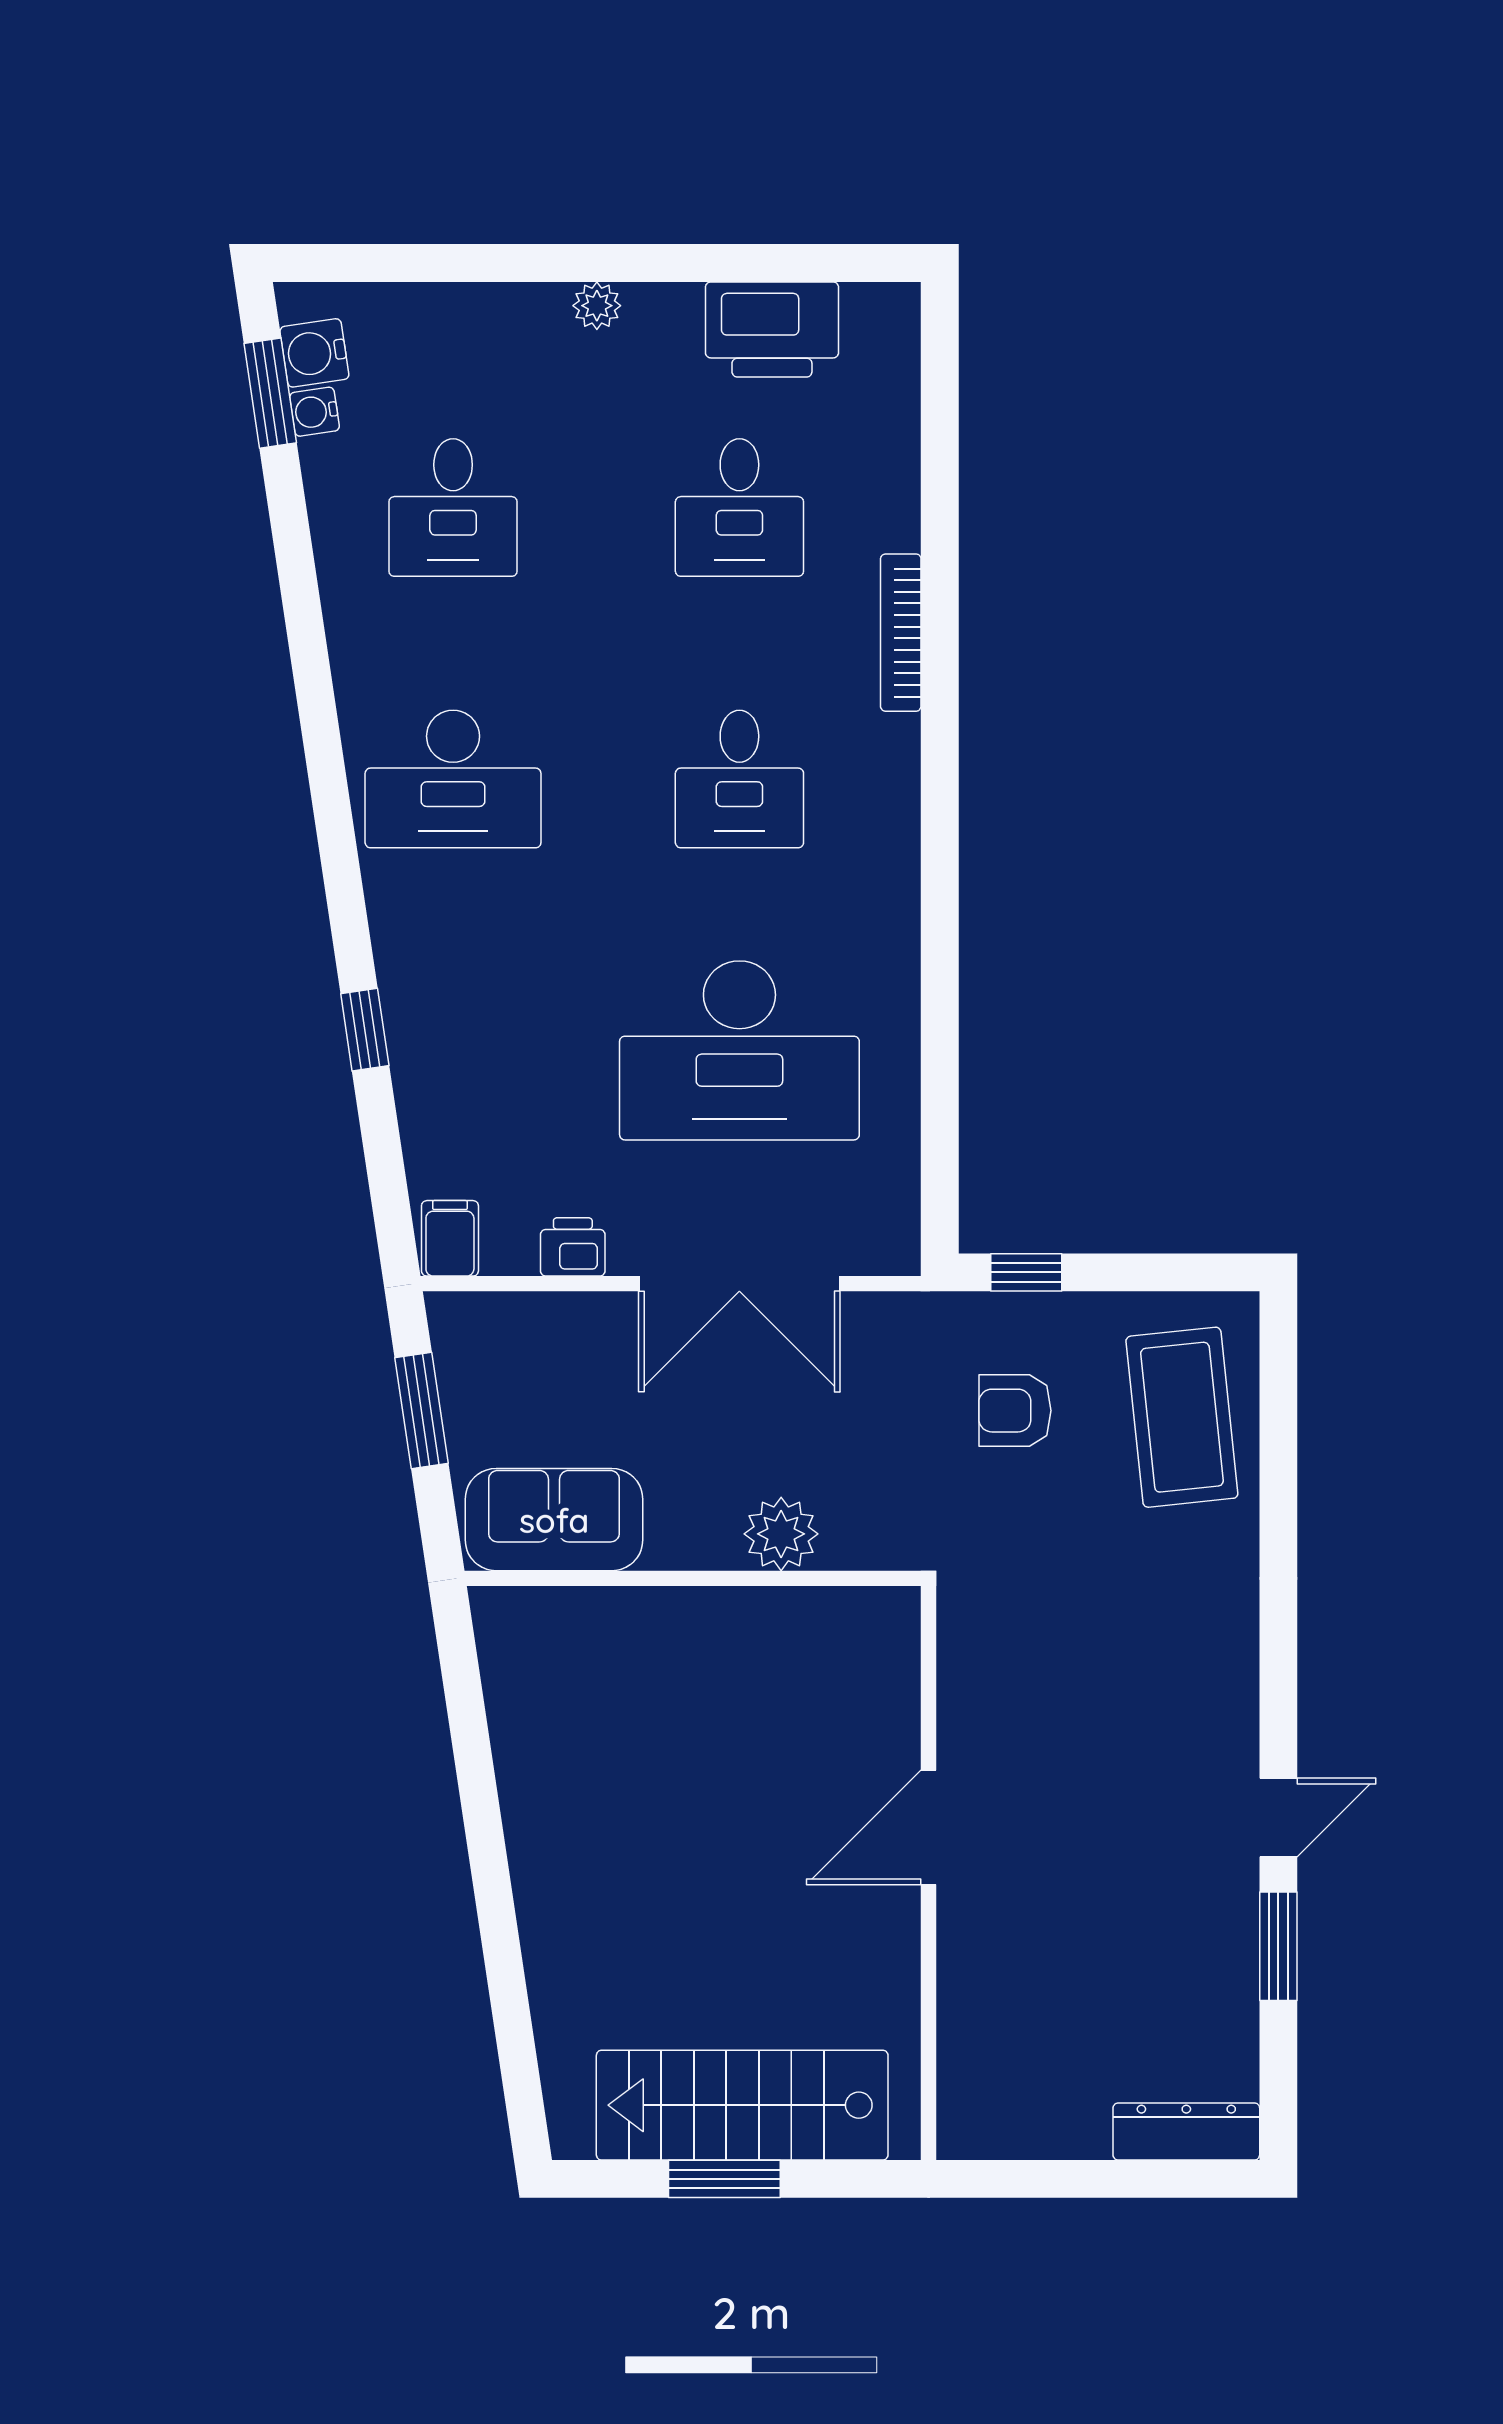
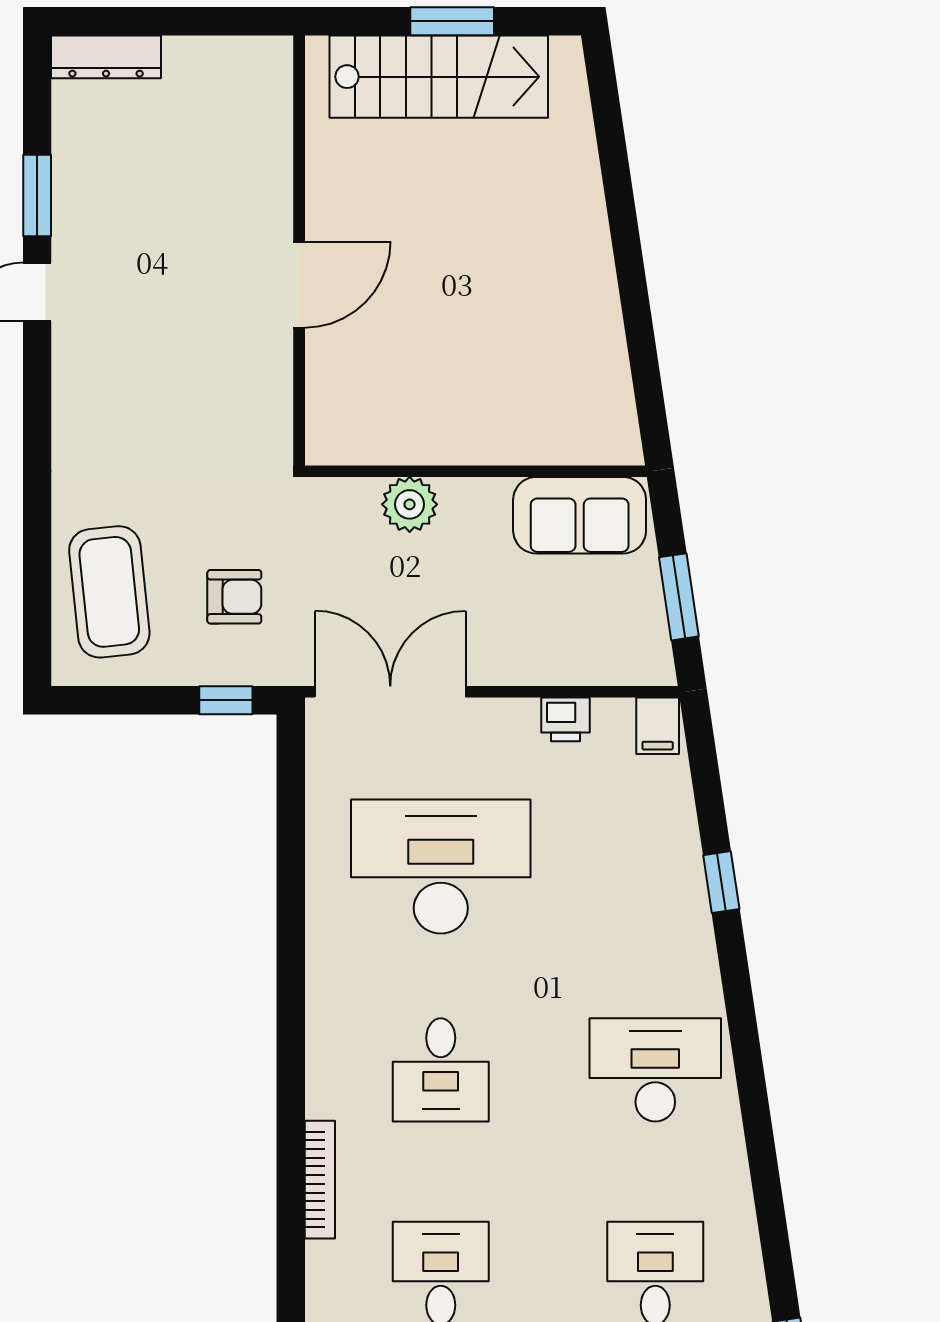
desk: (739, 779) -> (441, 1070), turned 180
double door: (739, 1284) -> (390, 692), moved

